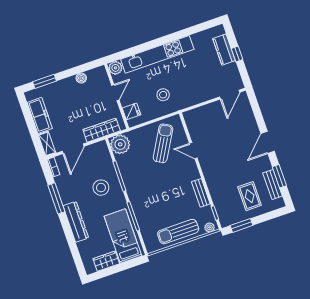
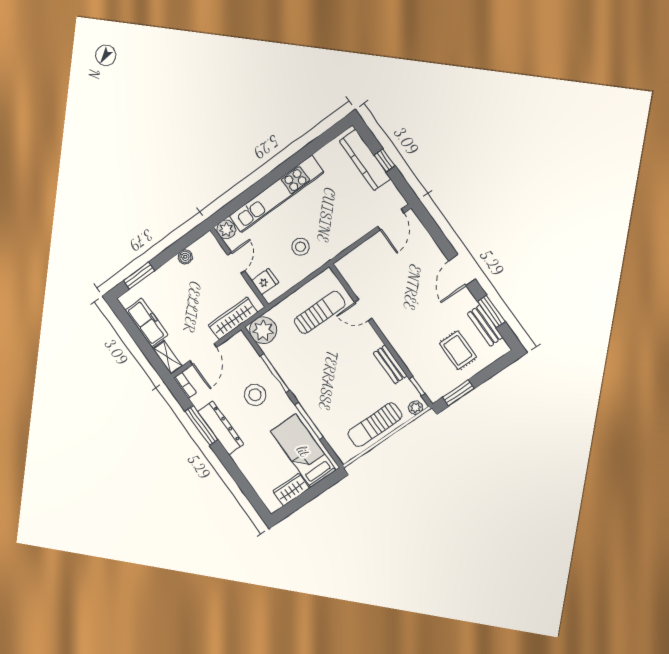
kitchen counter: (224, 50) -> (365, 160), width x1.50
sun lounger: (163, 143) -> (320, 312), turned 60
dresser: (76, 222) -> (221, 428), moved

